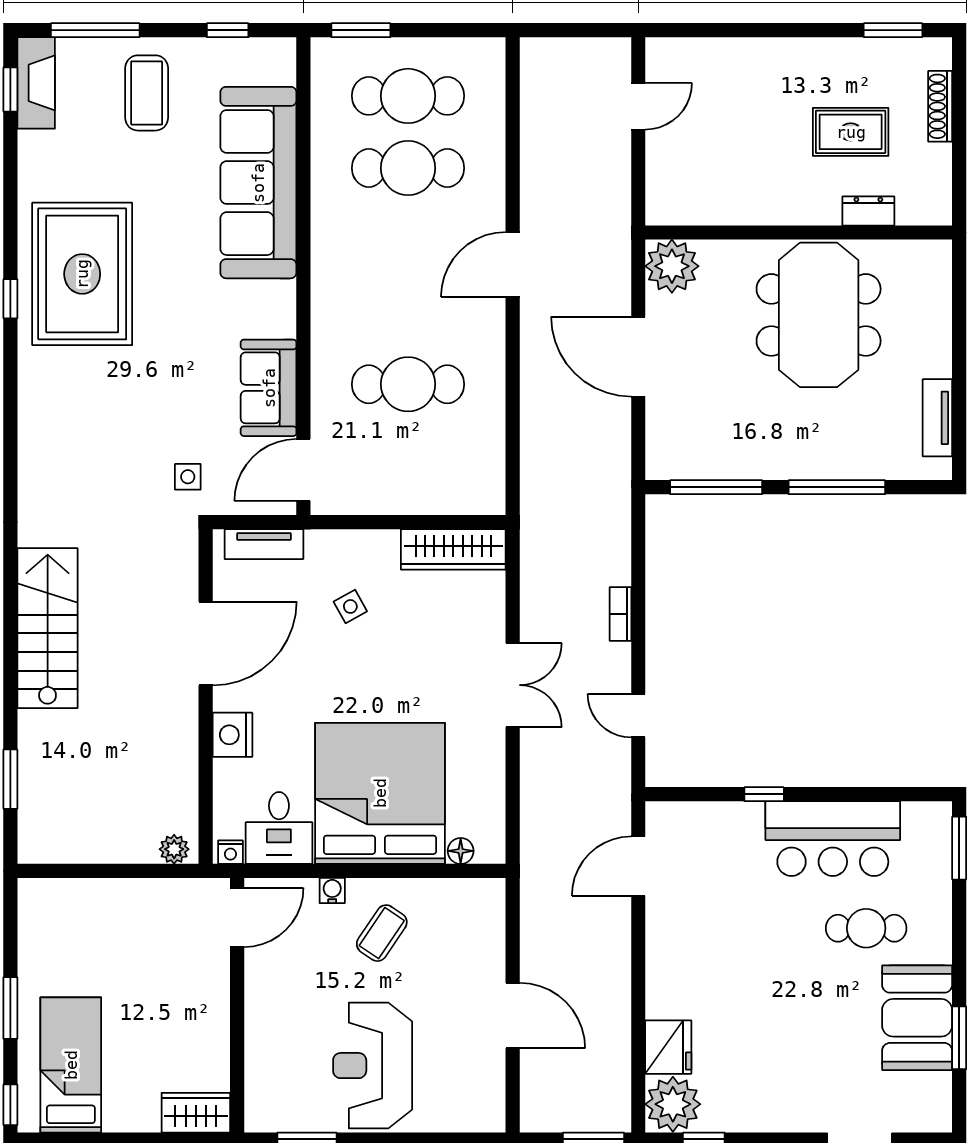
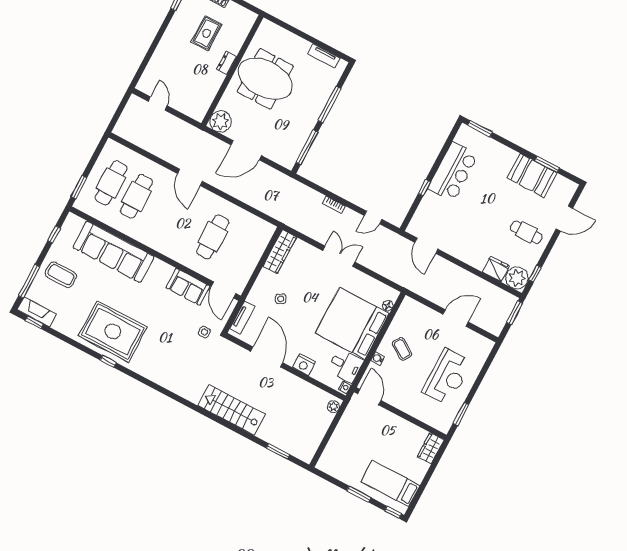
dresser: (868, 211) -> (226, 63), moved
cafe table: (866, 928) -> (526, 232), moved, turned 90
reception desk: (373, 1066) -> (447, 377), turned -90

